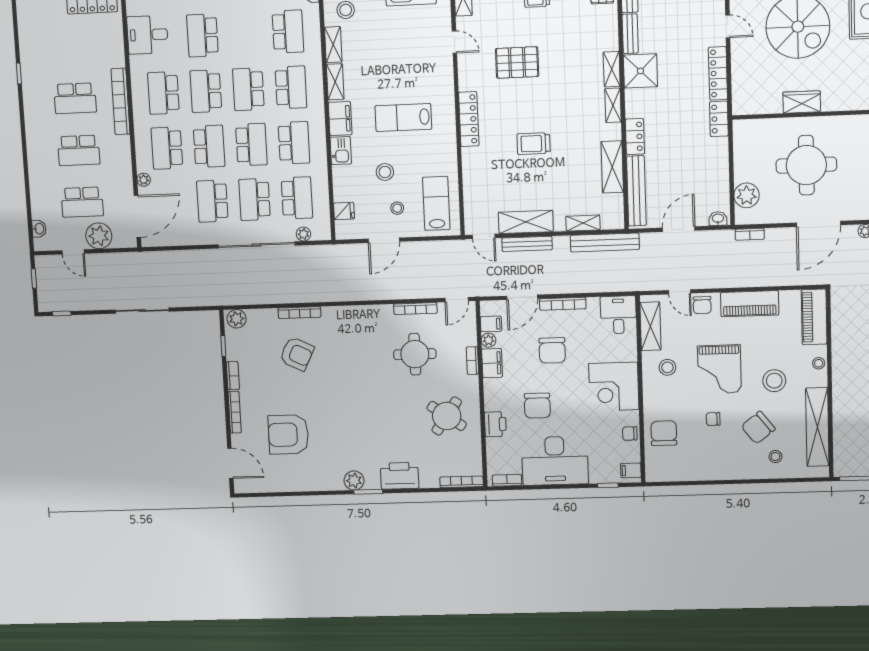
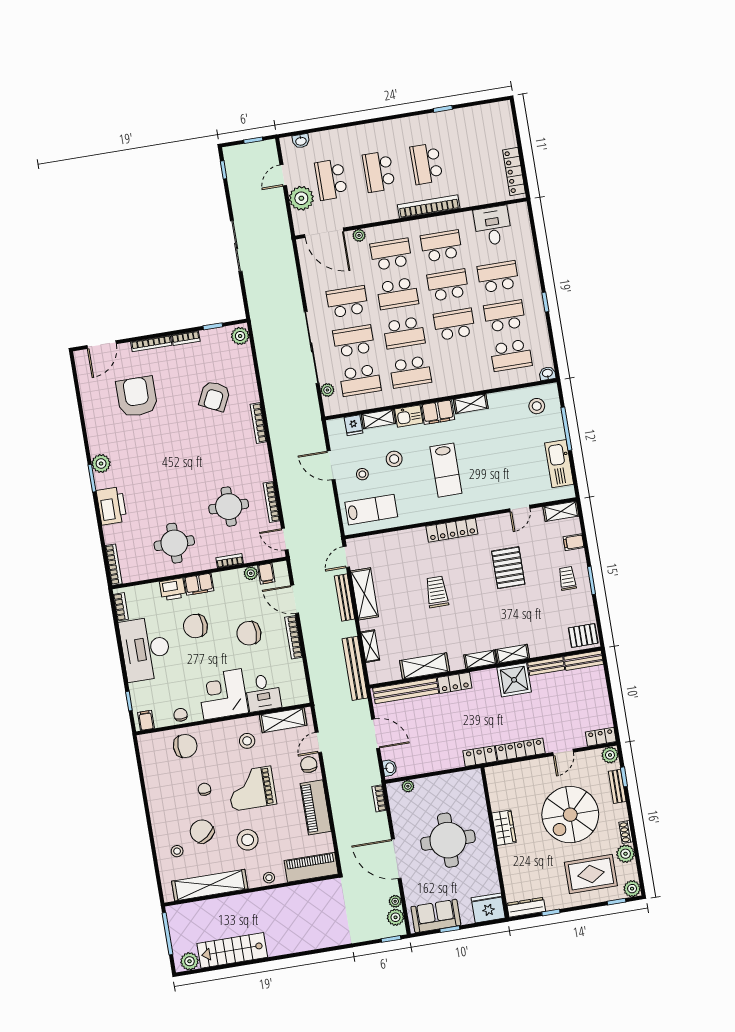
shelving: (333, 45) -> (379, 419), moved
school desk: (291, 87) -> (505, 316), moved, turned 180
lab bench: (403, 117) -> (446, 470), turned 180
plant: (747, 195) -> (408, 786), width x0.53, depth x0.53
chair: (702, 305) -> (309, 765), turned 90
bookcase: (299, 313) -> (258, 423), moved
desk: (618, 315) -> (263, 693), moved, turned 90
filing cabinet: (492, 363) -> (199, 584), moved
round table: (447, 416) -> (174, 543), turned -35

